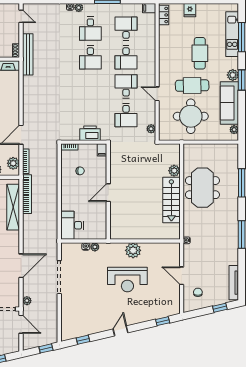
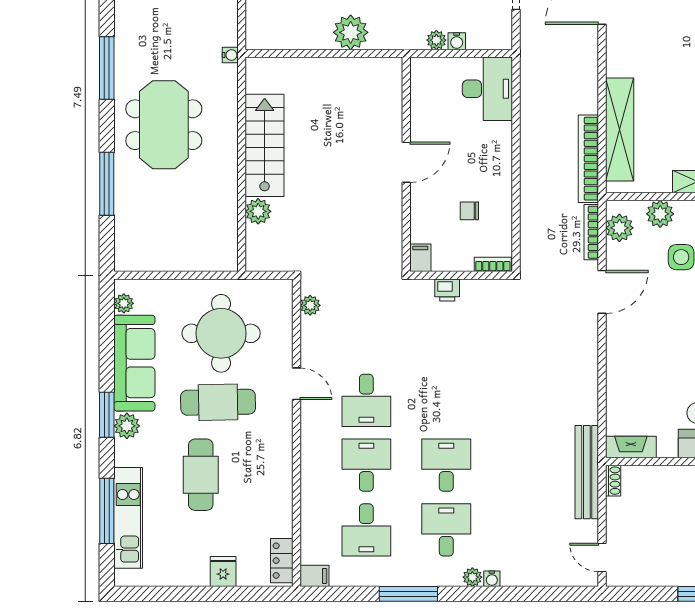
desk: (126, 115) -> (366, 336), removed
printer: (90, 133) -> (447, 290), width x0.53, depth x0.68
meeting table: (202, 188) -> (164, 125), moved

